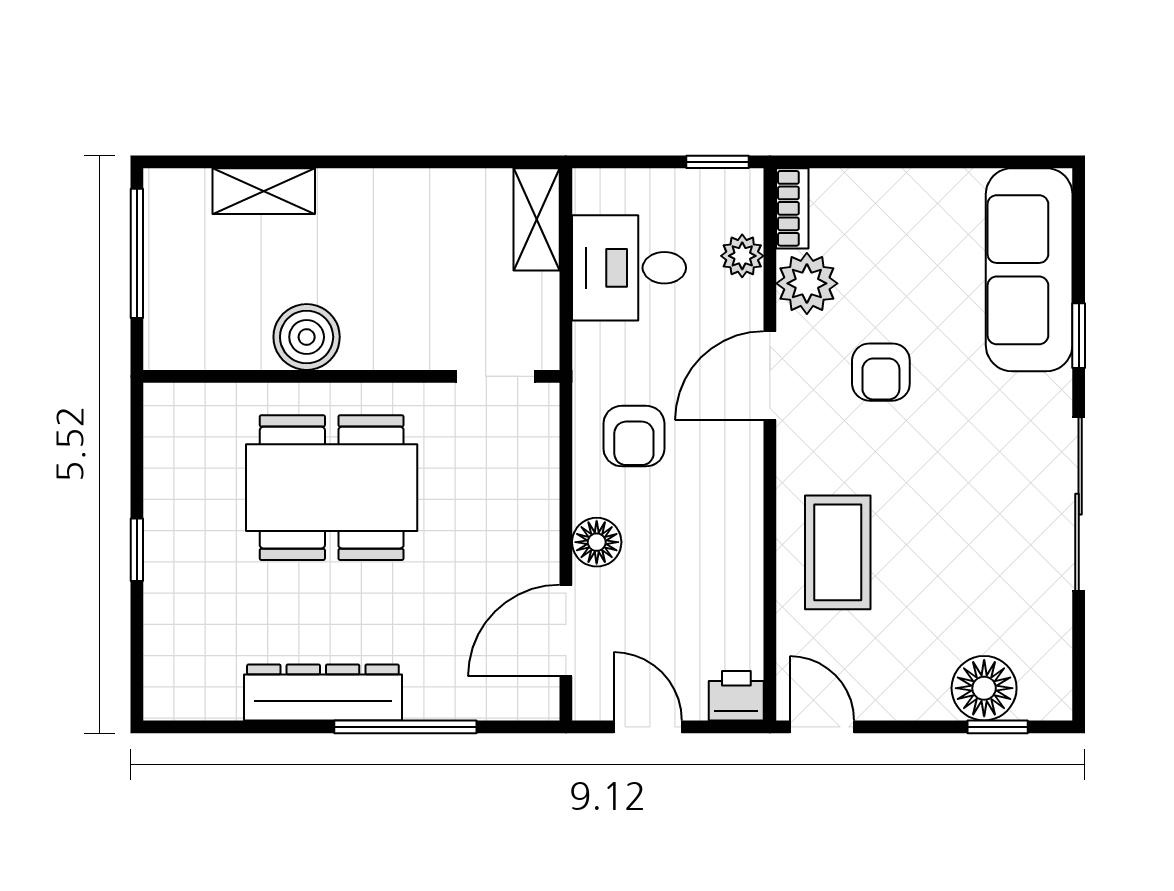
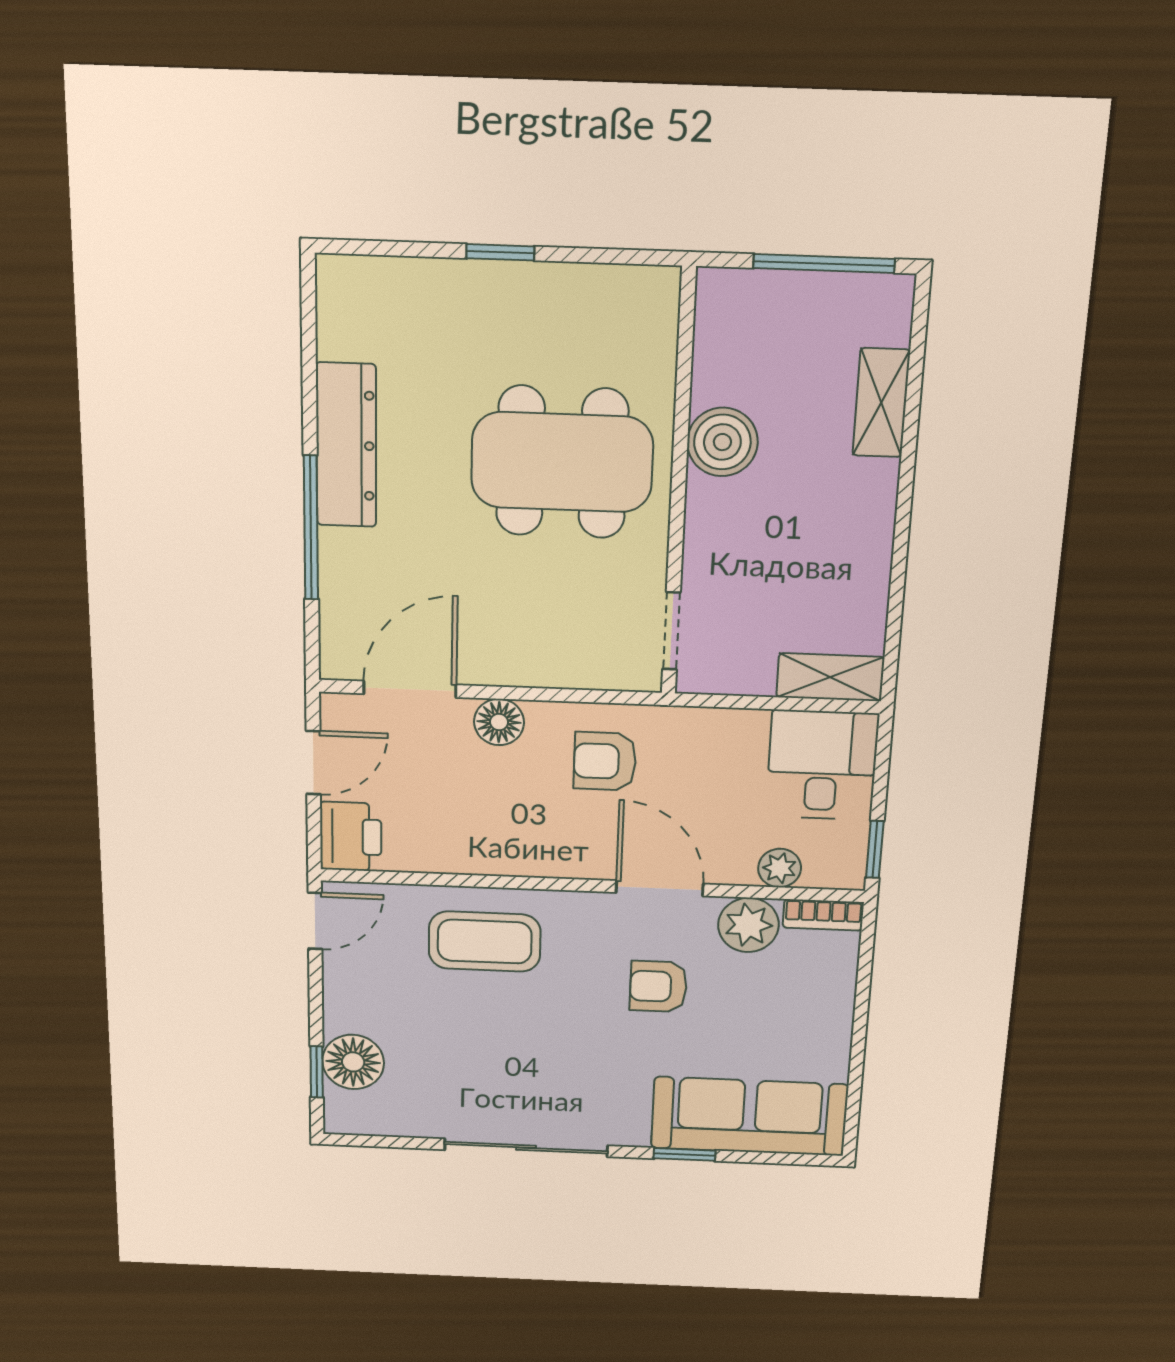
desk: (629, 268) -> (822, 765), moved
dining table: (332, 488) -> (562, 462), turned 90
door: (566, 631) -> (410, 689), hinge flipped
printer: (736, 696) -> (351, 837), width x1.36, depth x1.24

